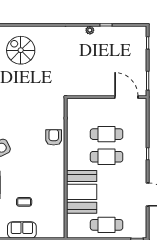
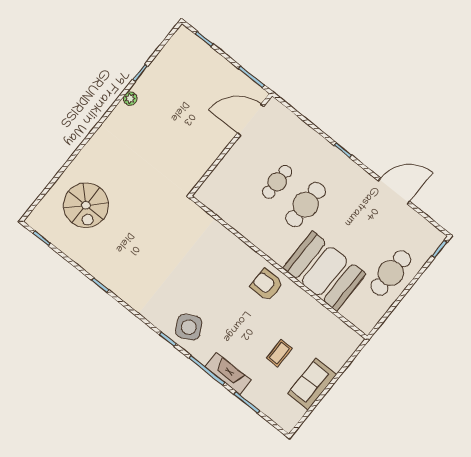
spiral stairs: (21, 50) -> (86, 205), turned -90
cafe table: (107, 134) -> (277, 182), width x0.73, depth x0.74
armchair: (54, 137) -> (267, 285), moved

